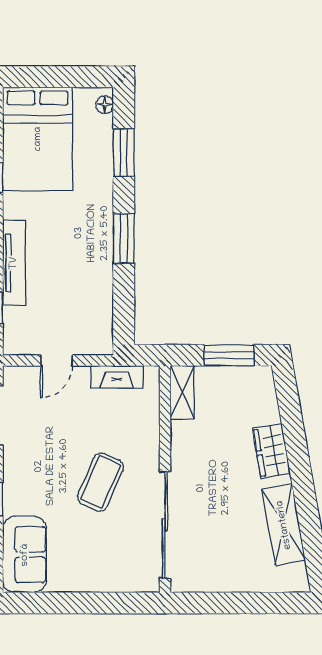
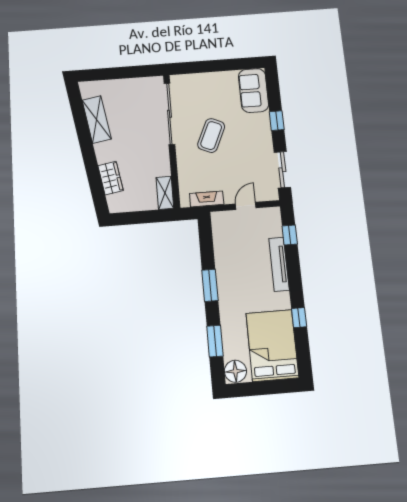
floor lamp: (105, 105) -> (235, 371), width x1.89, depth x1.89
window: (229, 355) -> (137, 218), removed
wardrobe: (272, 451) -> (111, 178), moved

